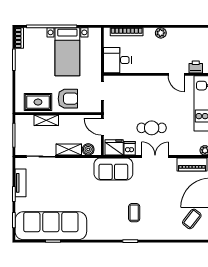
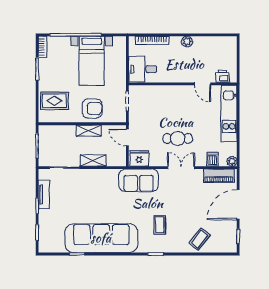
rug: (38, 102) -> (54, 101), moved
shelving: (46, 120) -> (89, 131), moved
dishwasher: (130, 148) -> (212, 159), moved
boiler: (88, 149) -> (113, 160), removed
coffee table: (192, 219) -> (200, 239), moved
sofa: (51, 226) -> (101, 238), moved

